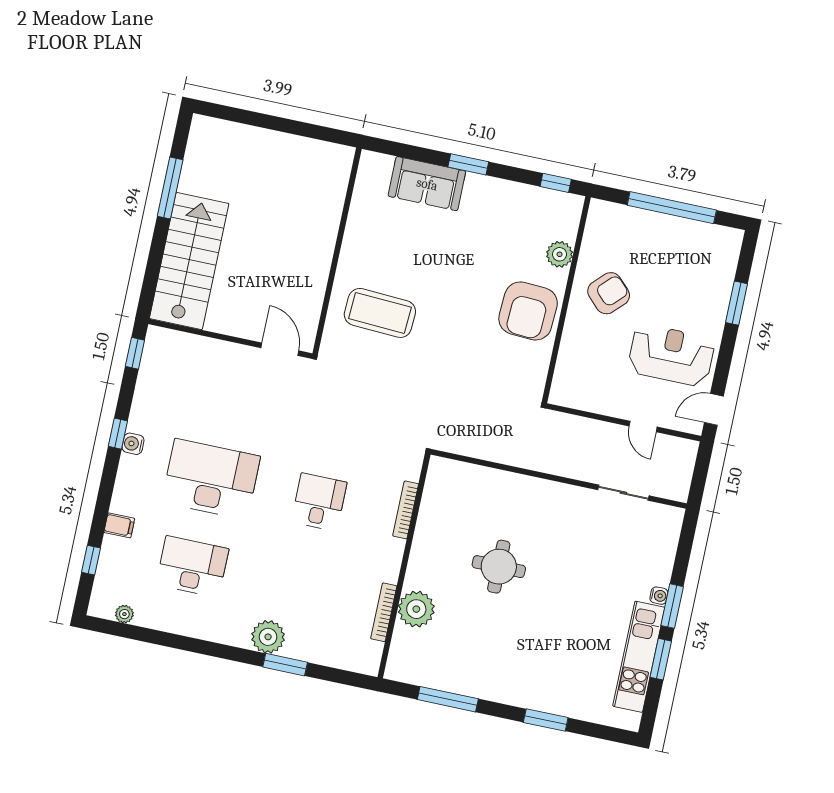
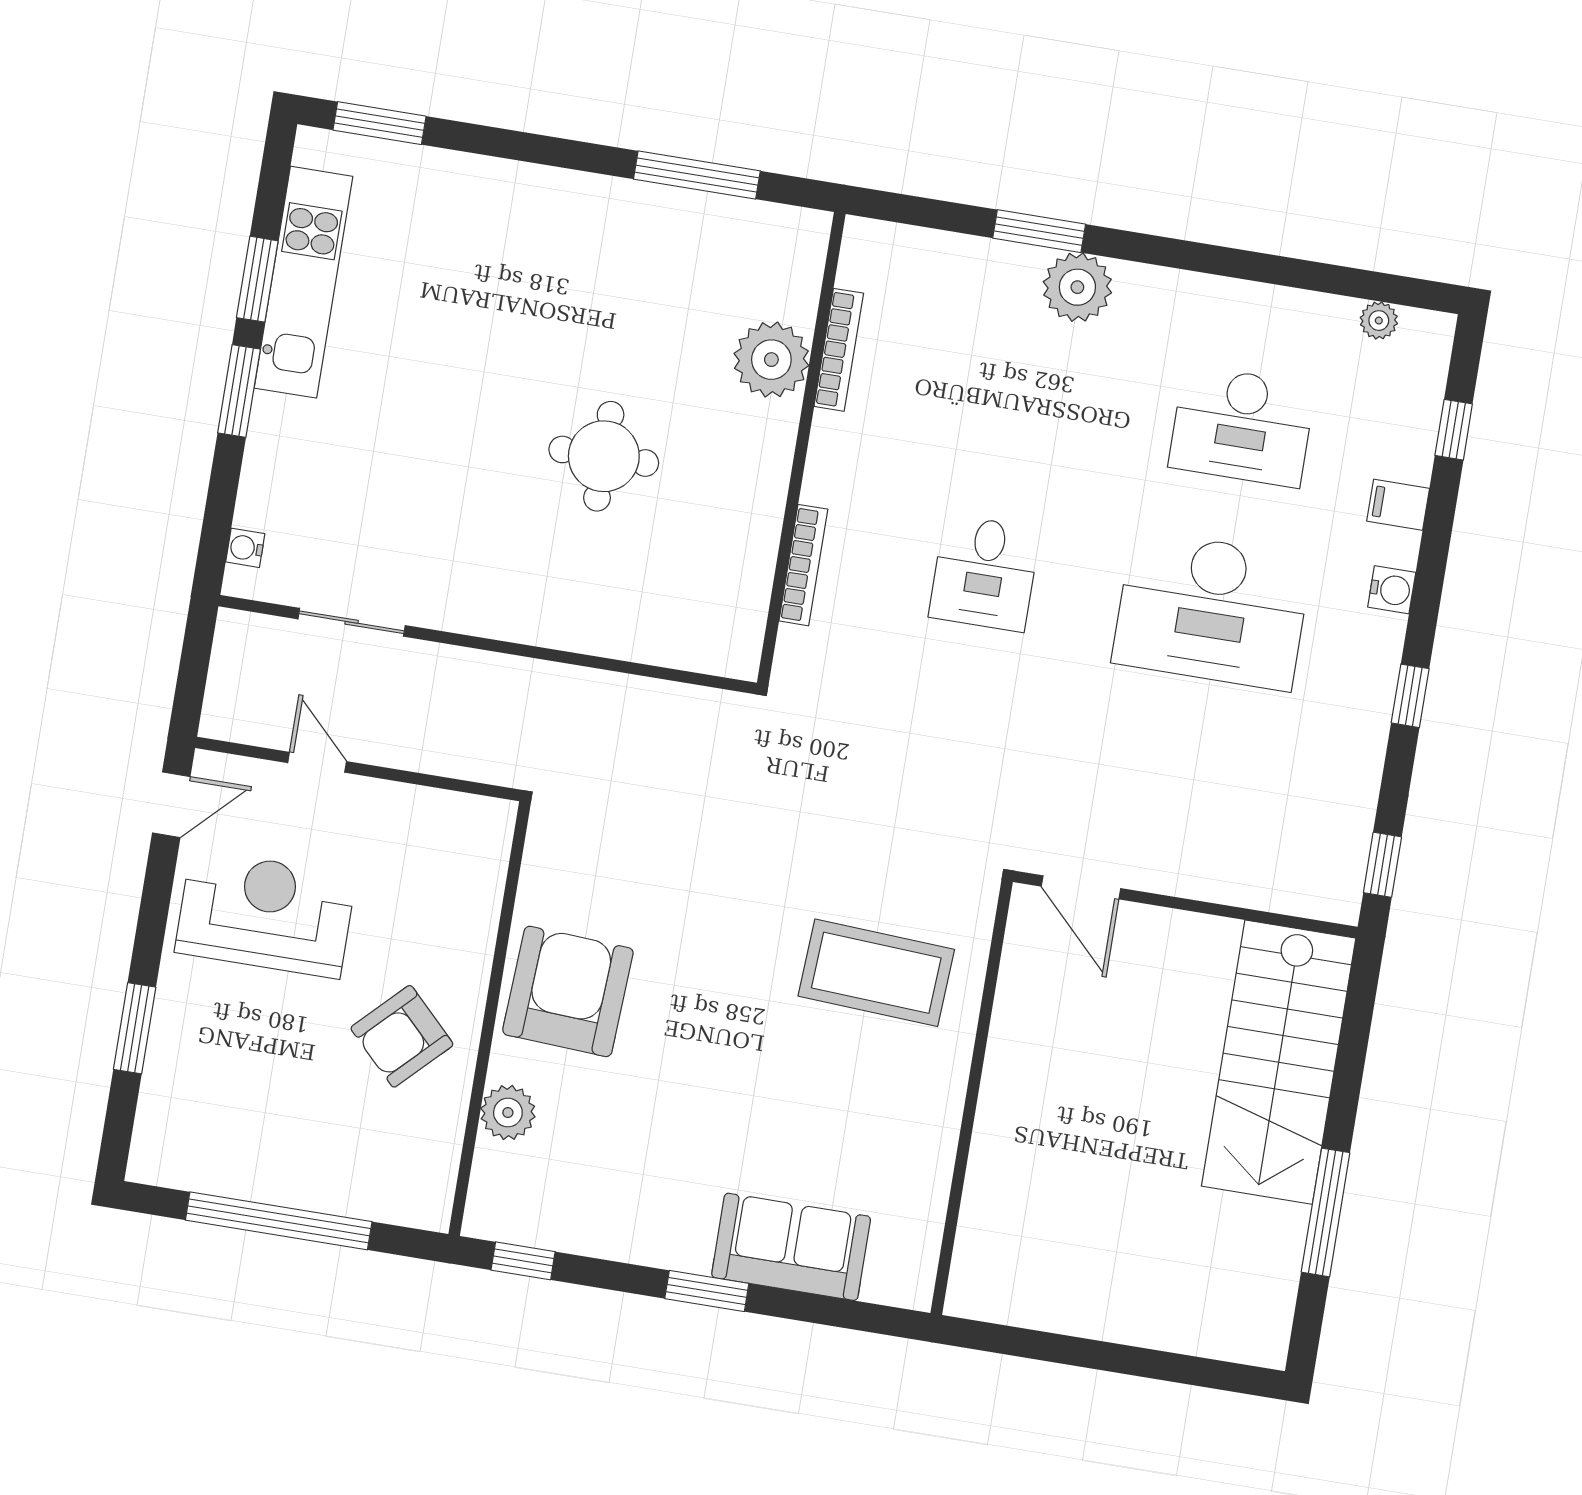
reception desk: (671, 355) -> (265, 914), turned 180
water cooler: (133, 444) -> (1392, 590), moved
water cooler: (659, 596) -> (245, 548), moved
window: (546, 720) -> (380, 123), moved

